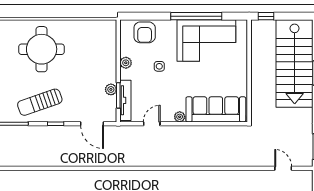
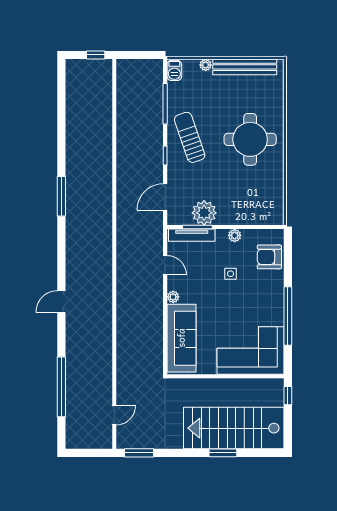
corner sofa: (206, 40) -> (250, 350), moved, turned 90
plant: (111, 89) -> (204, 213), width x1.87, depth x1.87

